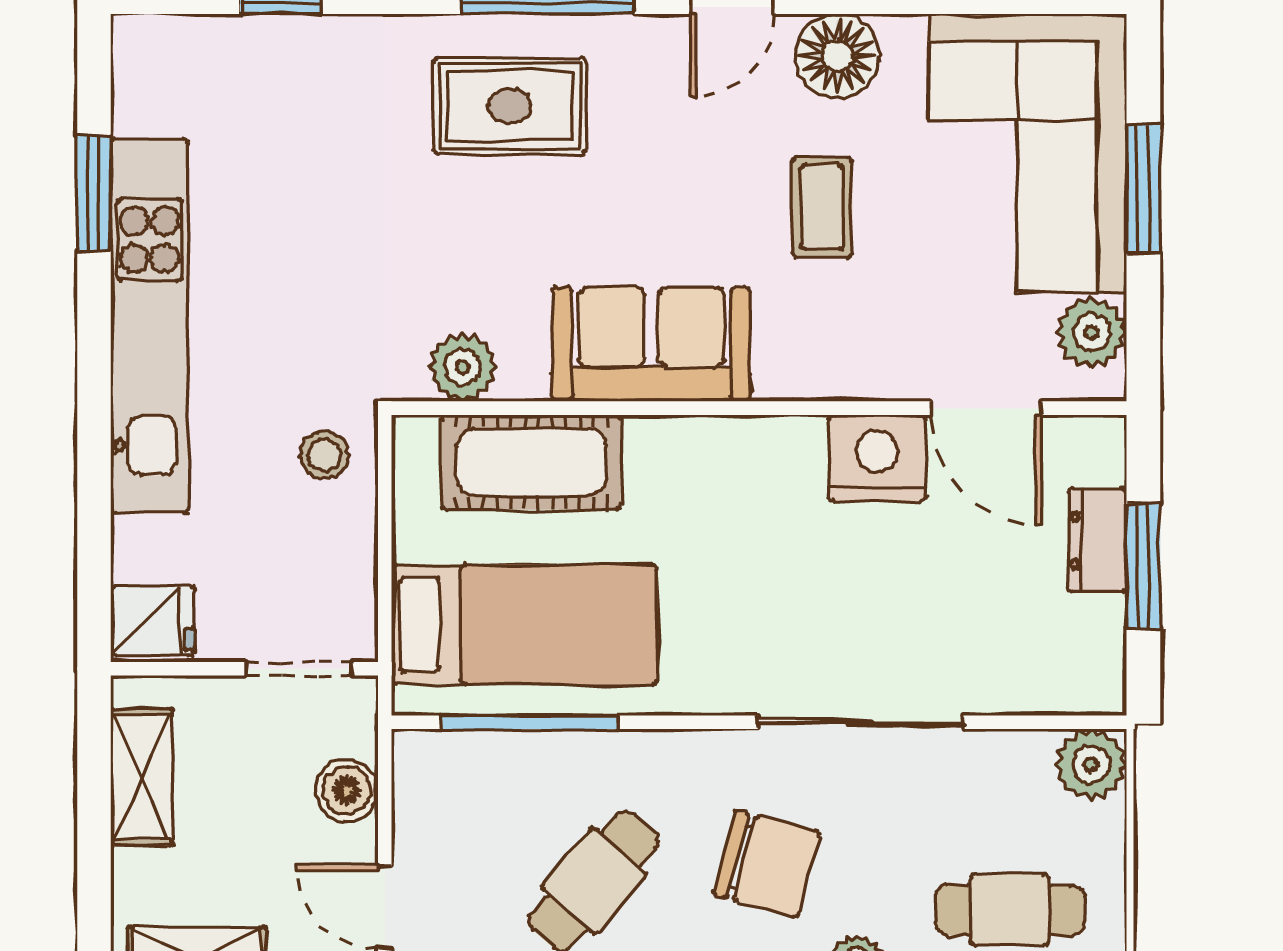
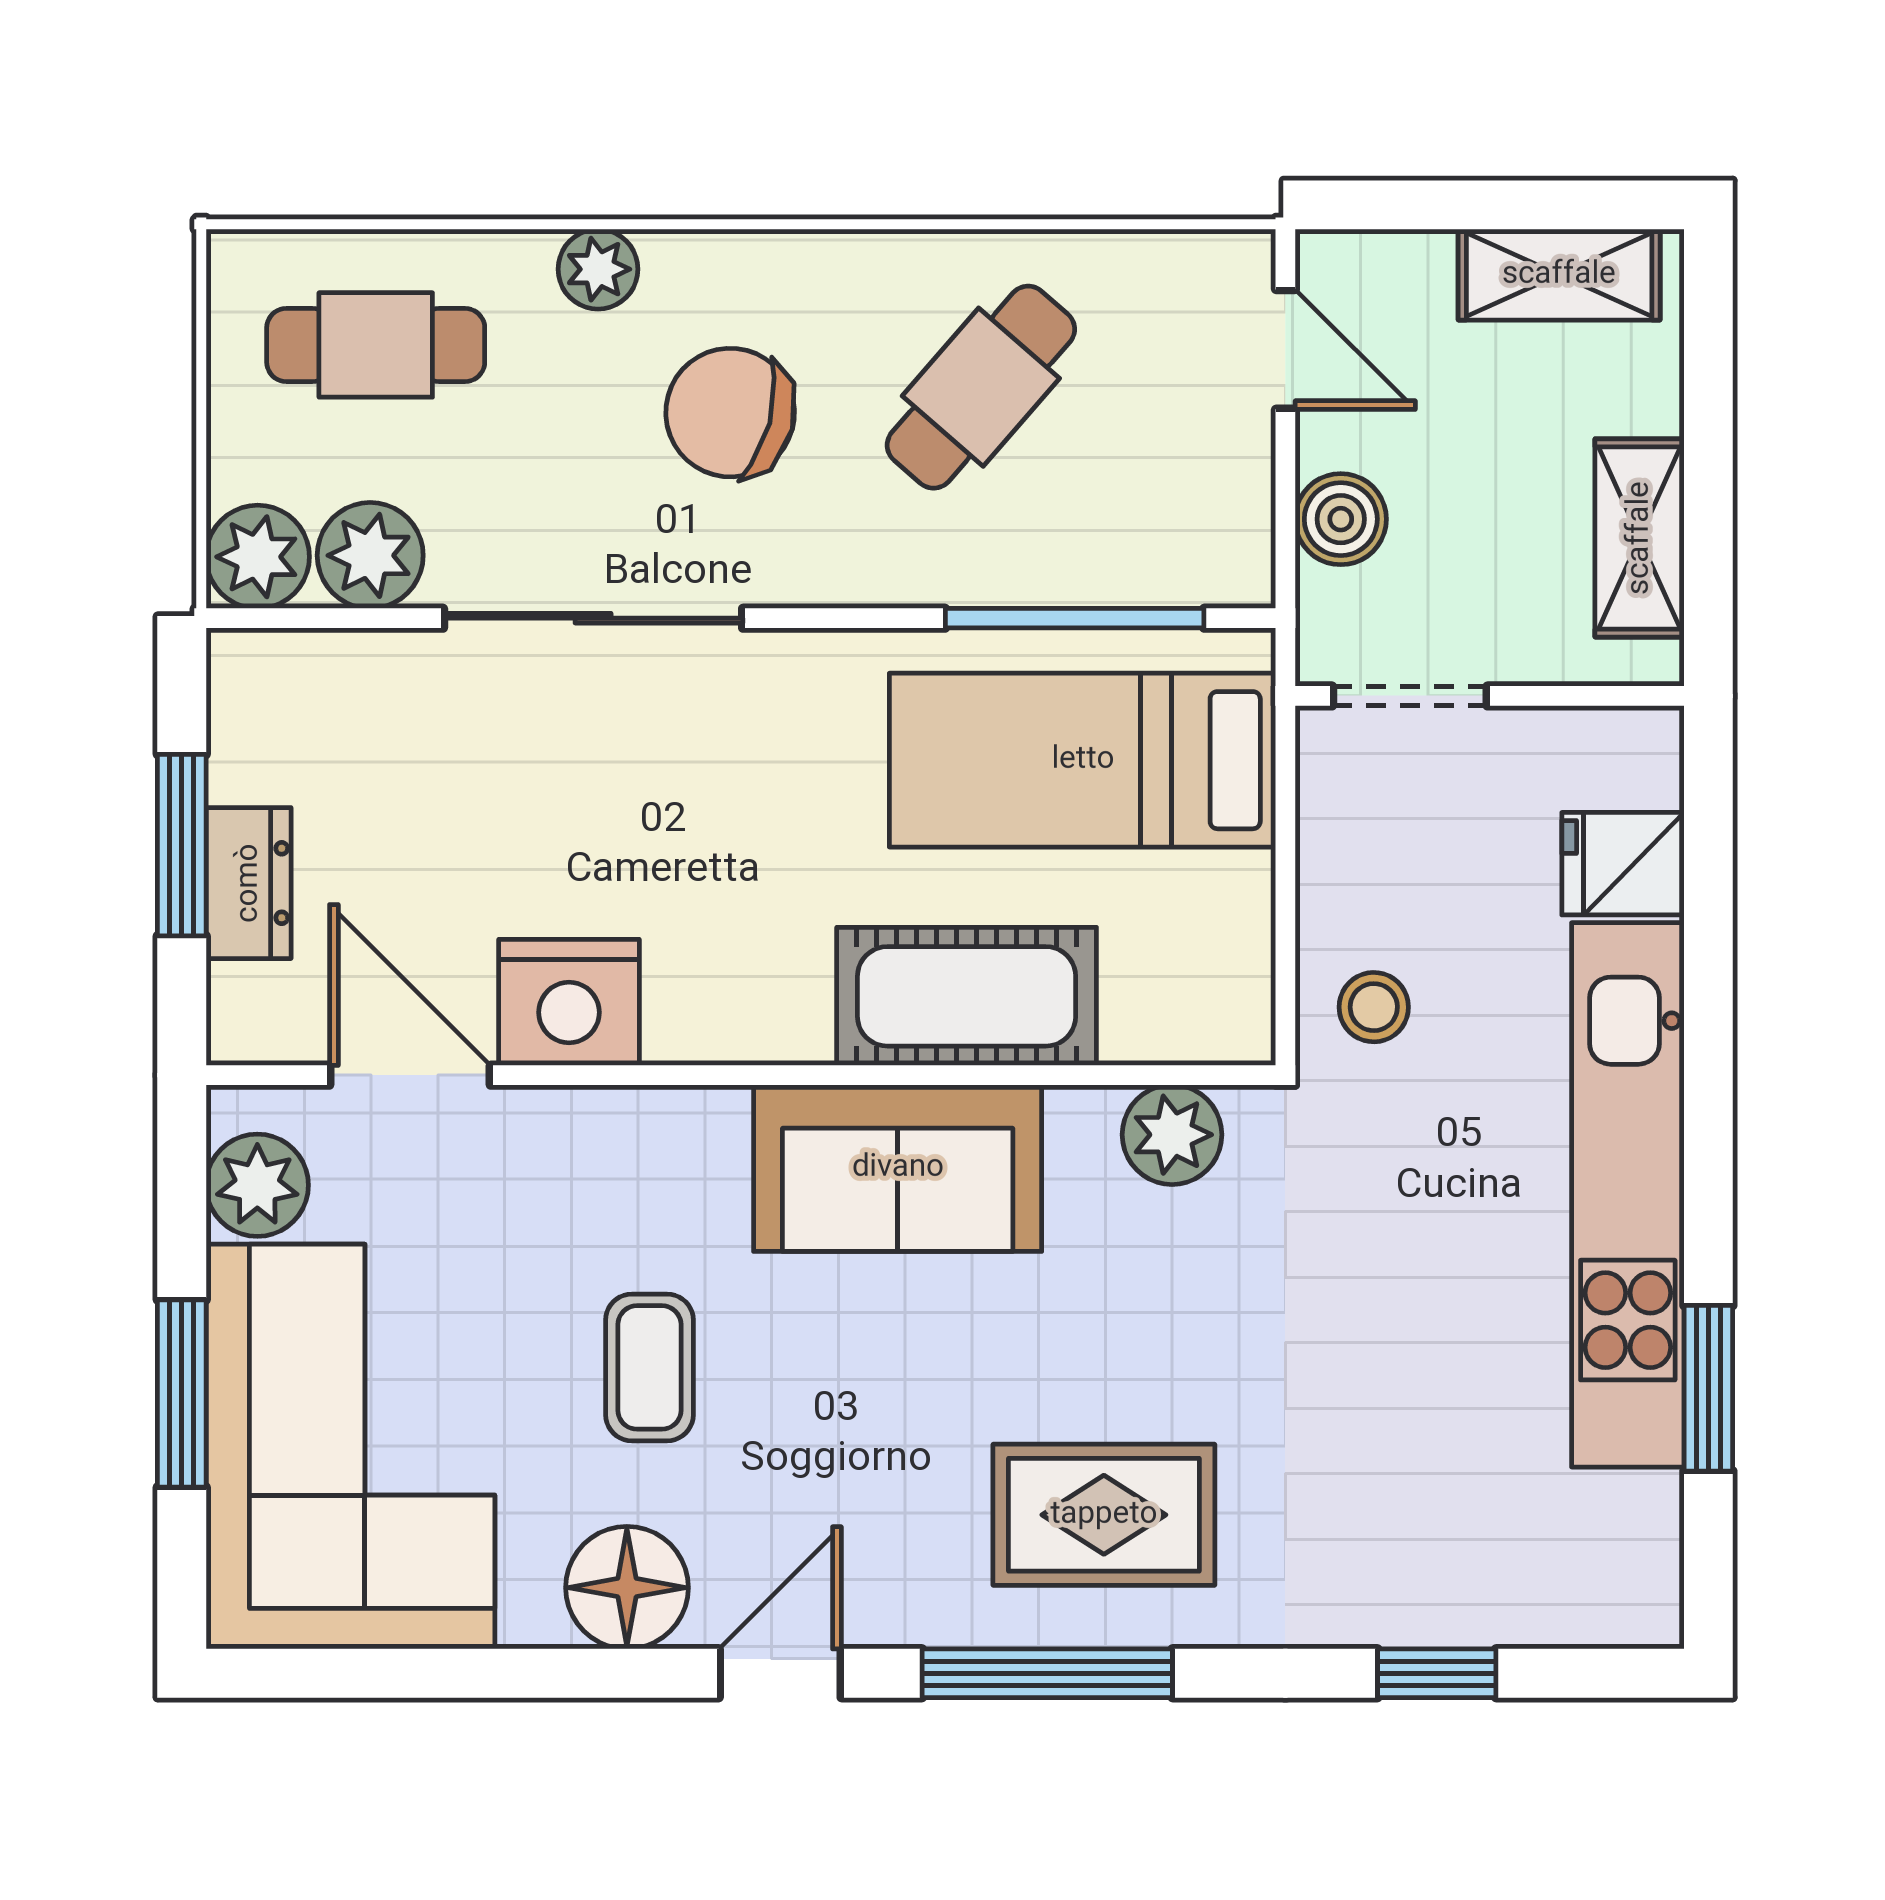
cot: (531, 462) -> (967, 996), moved
fridge: (153, 621) -> (1623, 864), moved
plant: (1014, 765) -> (370, 555), added

